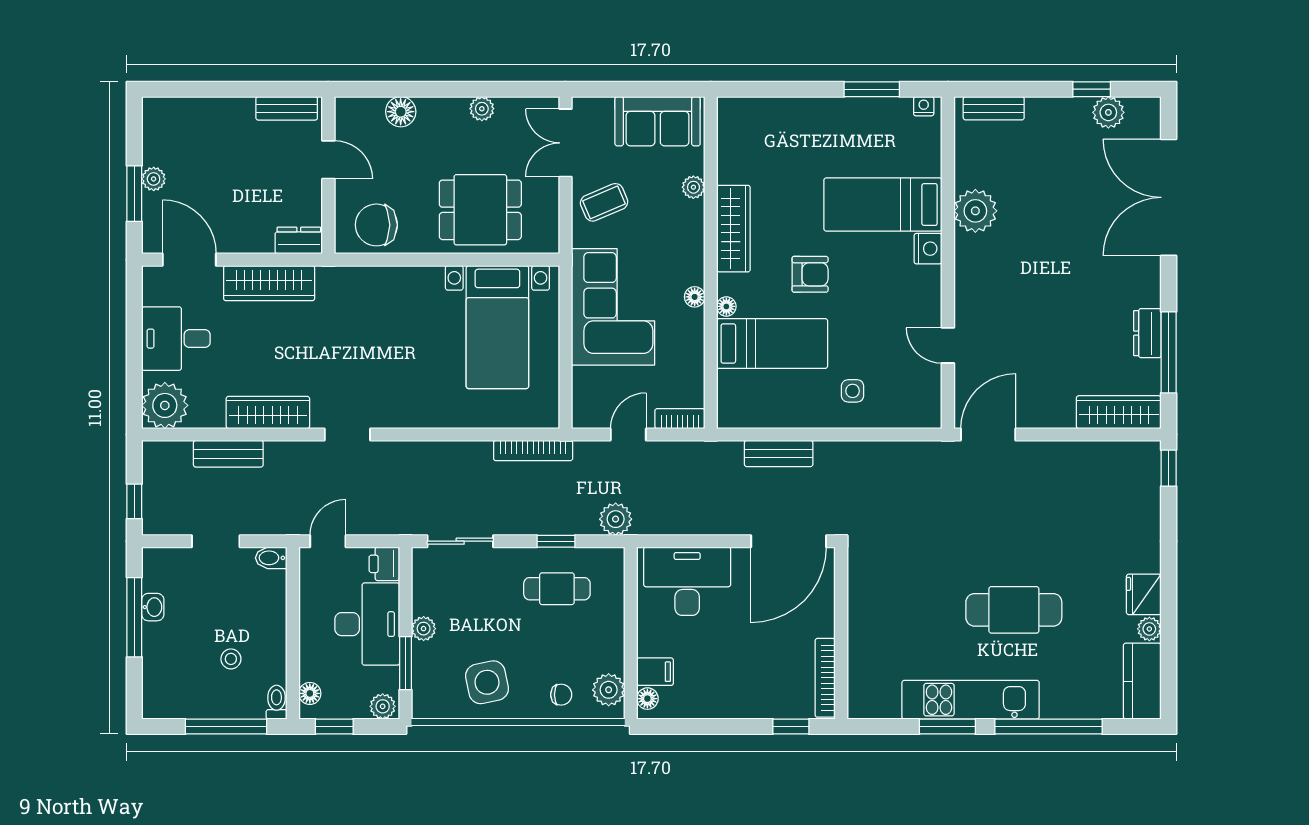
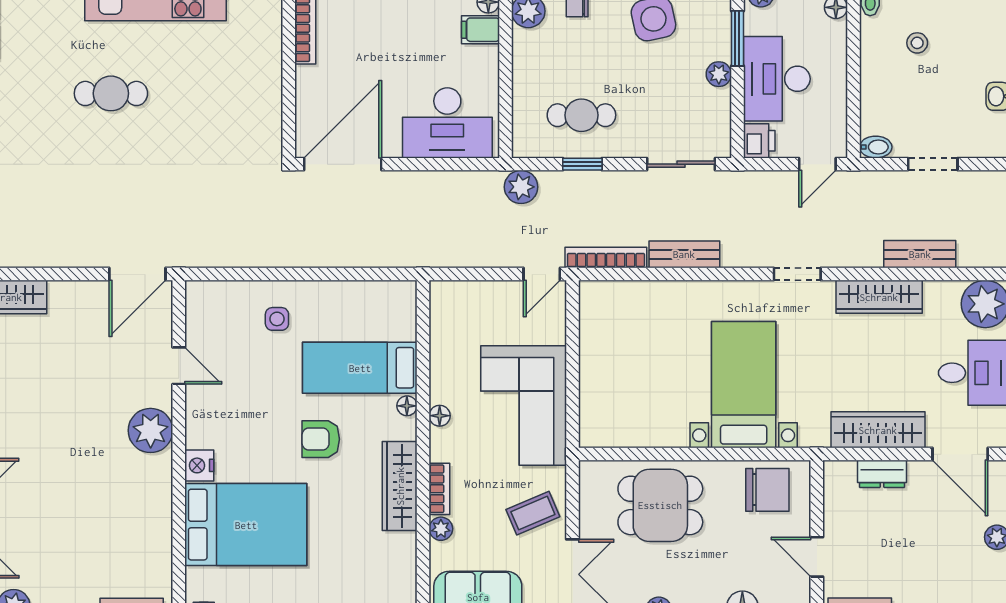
bed: (883, 205) -> (246, 525), width x1.50
plant: (975, 211) -> (151, 430), moved
dresser: (299, 240) -> (882, 474), moved
bed with nightstands: (497, 327) -> (744, 385), moved
bookcase: (680, 419) -> (439, 489), moved, turned -90
door: (628, 434) -> (542, 274), moved
bench: (779, 454) -> (684, 254), moved
cafe table: (1014, 610) -> (111, 93), width x0.73, depth x0.74

